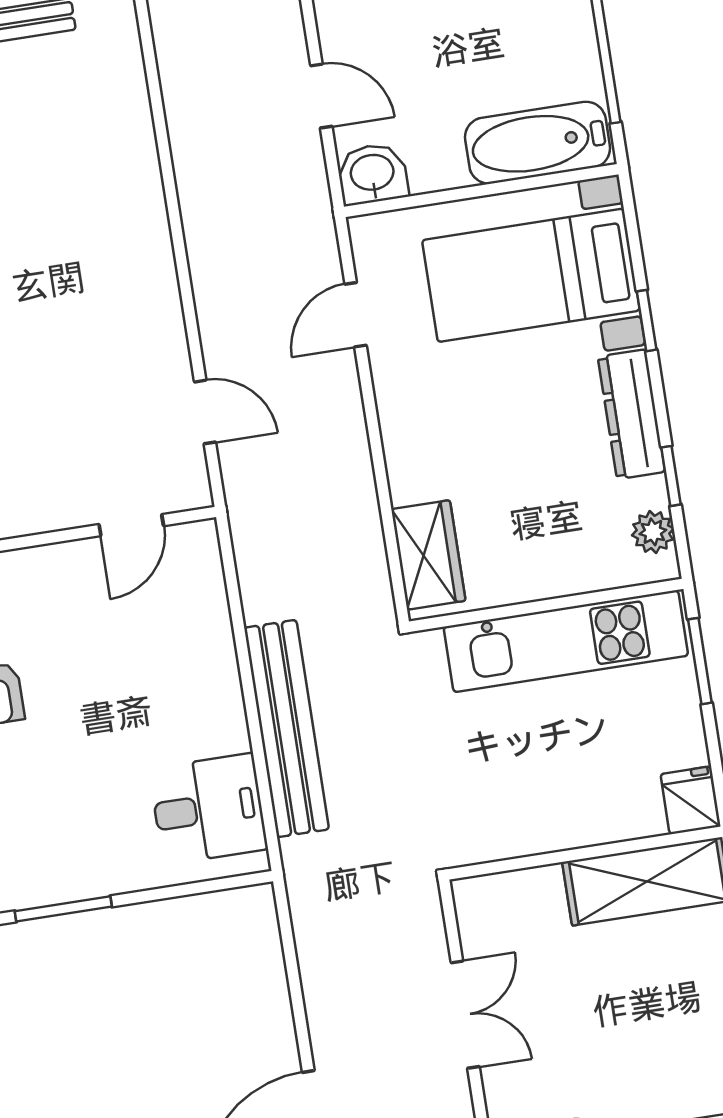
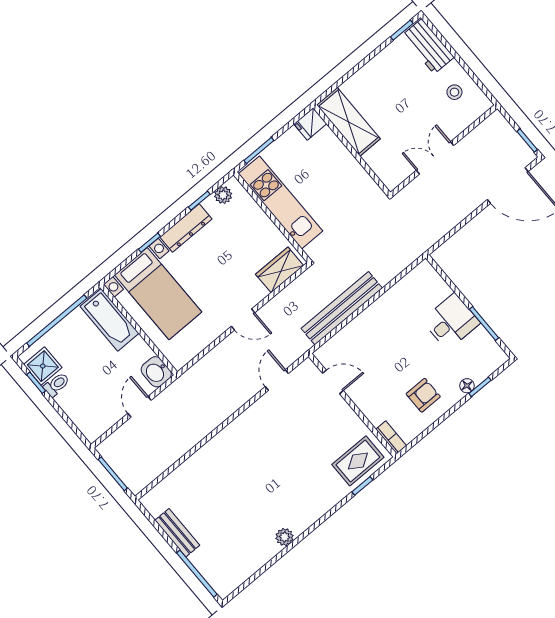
door: (356, 315) -> (243, 319), moved
bench: (287, 729) -> (342, 308), moved
desk: (208, 809) -> (451, 322), moved, turned 90

